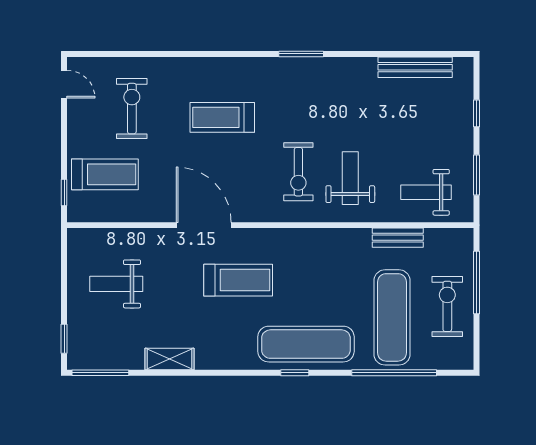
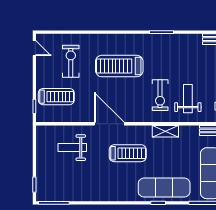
treadmill: (222, 117) -> (119, 66), width x1.37, depth x1.38
weight bench: (116, 284) -> (72, 148), moved
shelving: (170, 359) -> (165, 131), moved

